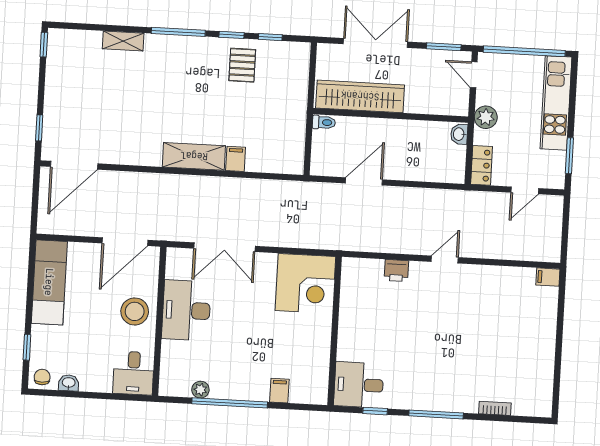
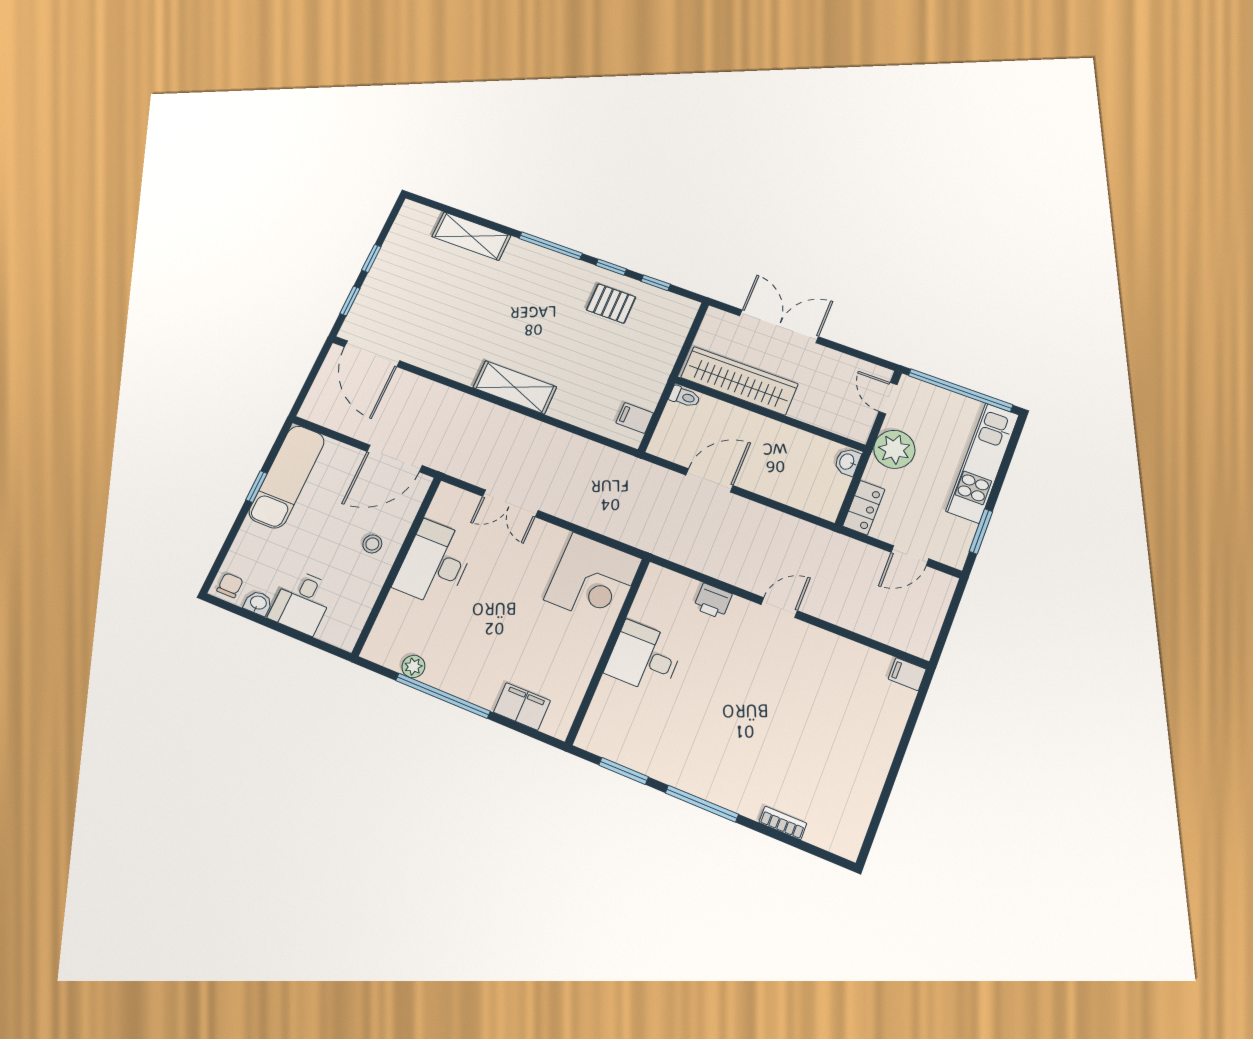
shelving: (123, 41) -> (471, 236), width x1.50, depth x1.33
window: (44, 45) -> (371, 258), moved
window: (444, 47) -> (861, 355), removed
pallet: (242, 65) -> (611, 304), turned 90
plant: (486, 117) -> (894, 449), width x1.36, depth x1.36
filing cabinet: (236, 159) -> (635, 418), moved, turned -90
door: (74, 165) -> (372, 354), hinge flipped
double door: (224, 247) -> (510, 503), width x0.73
stool: (135, 311) -> (372, 544), width x0.53, depth x0.53
window: (27, 347) -> (257, 487), moved
desk: (134, 373) -> (302, 602), moved
desk: (359, 385) -> (644, 658), moved
filing cabinet: (279, 391) -> (522, 706), width x2.00
window: (375, 411) -> (623, 771), width x1.50

